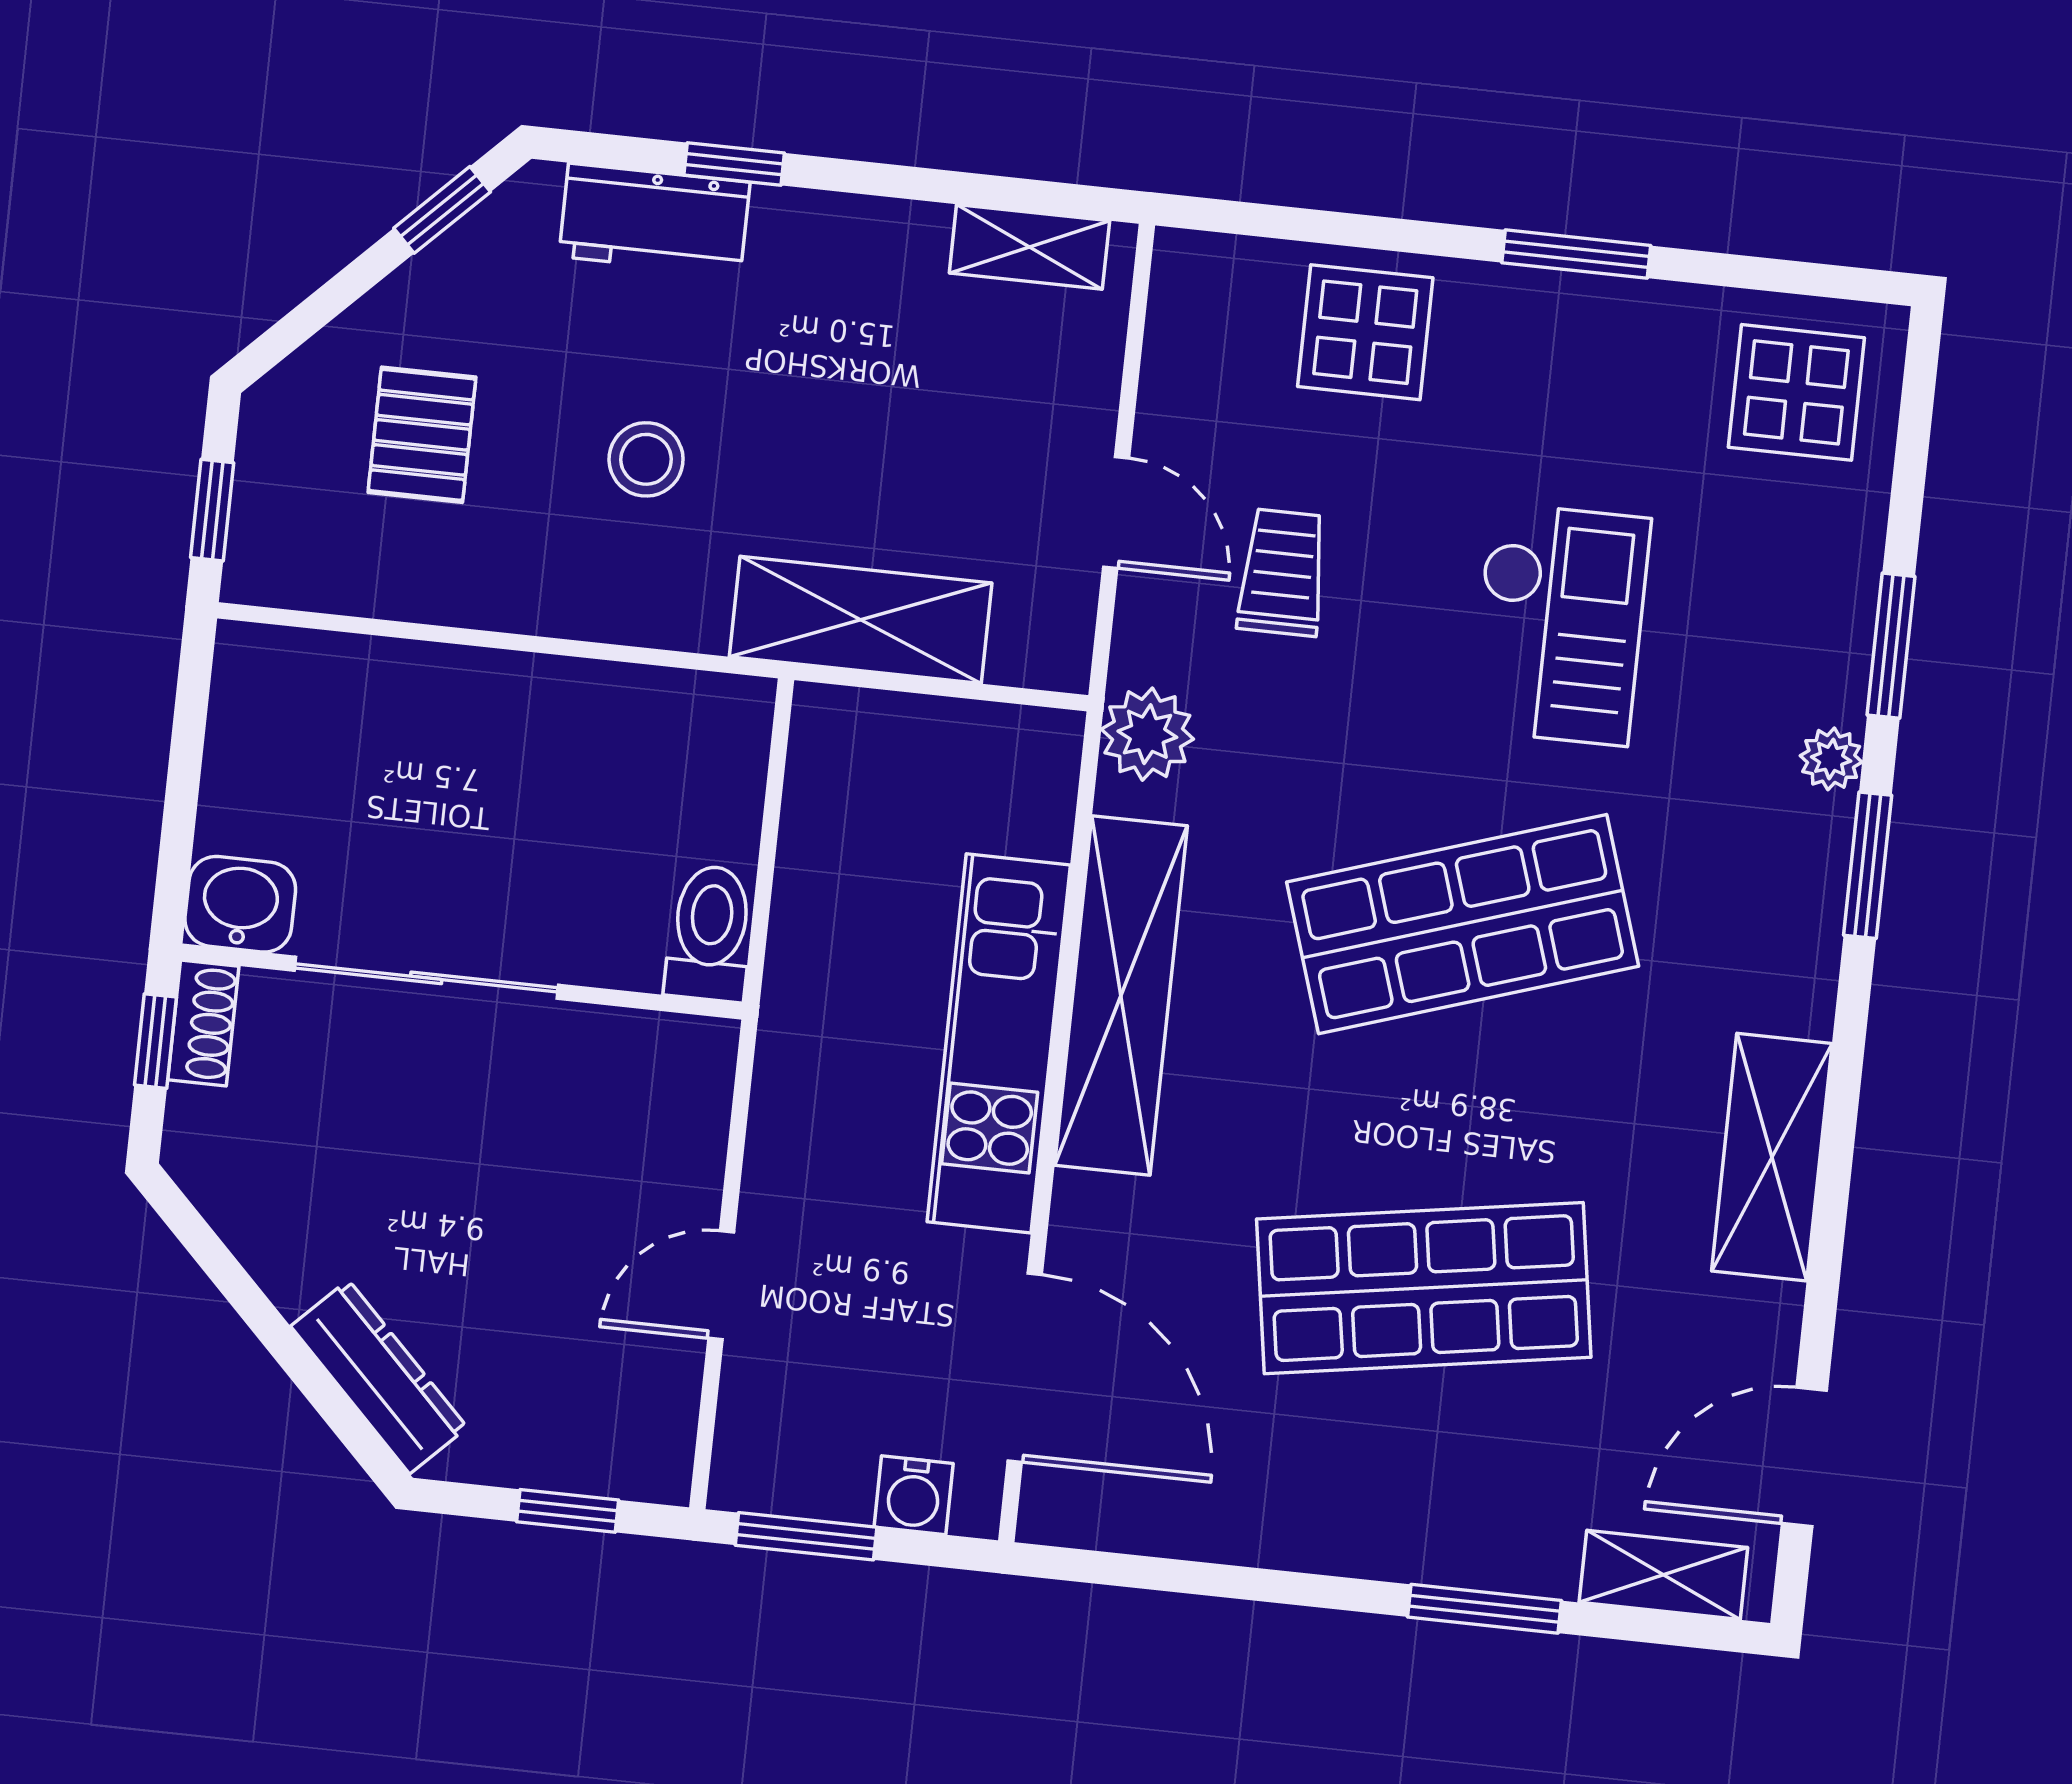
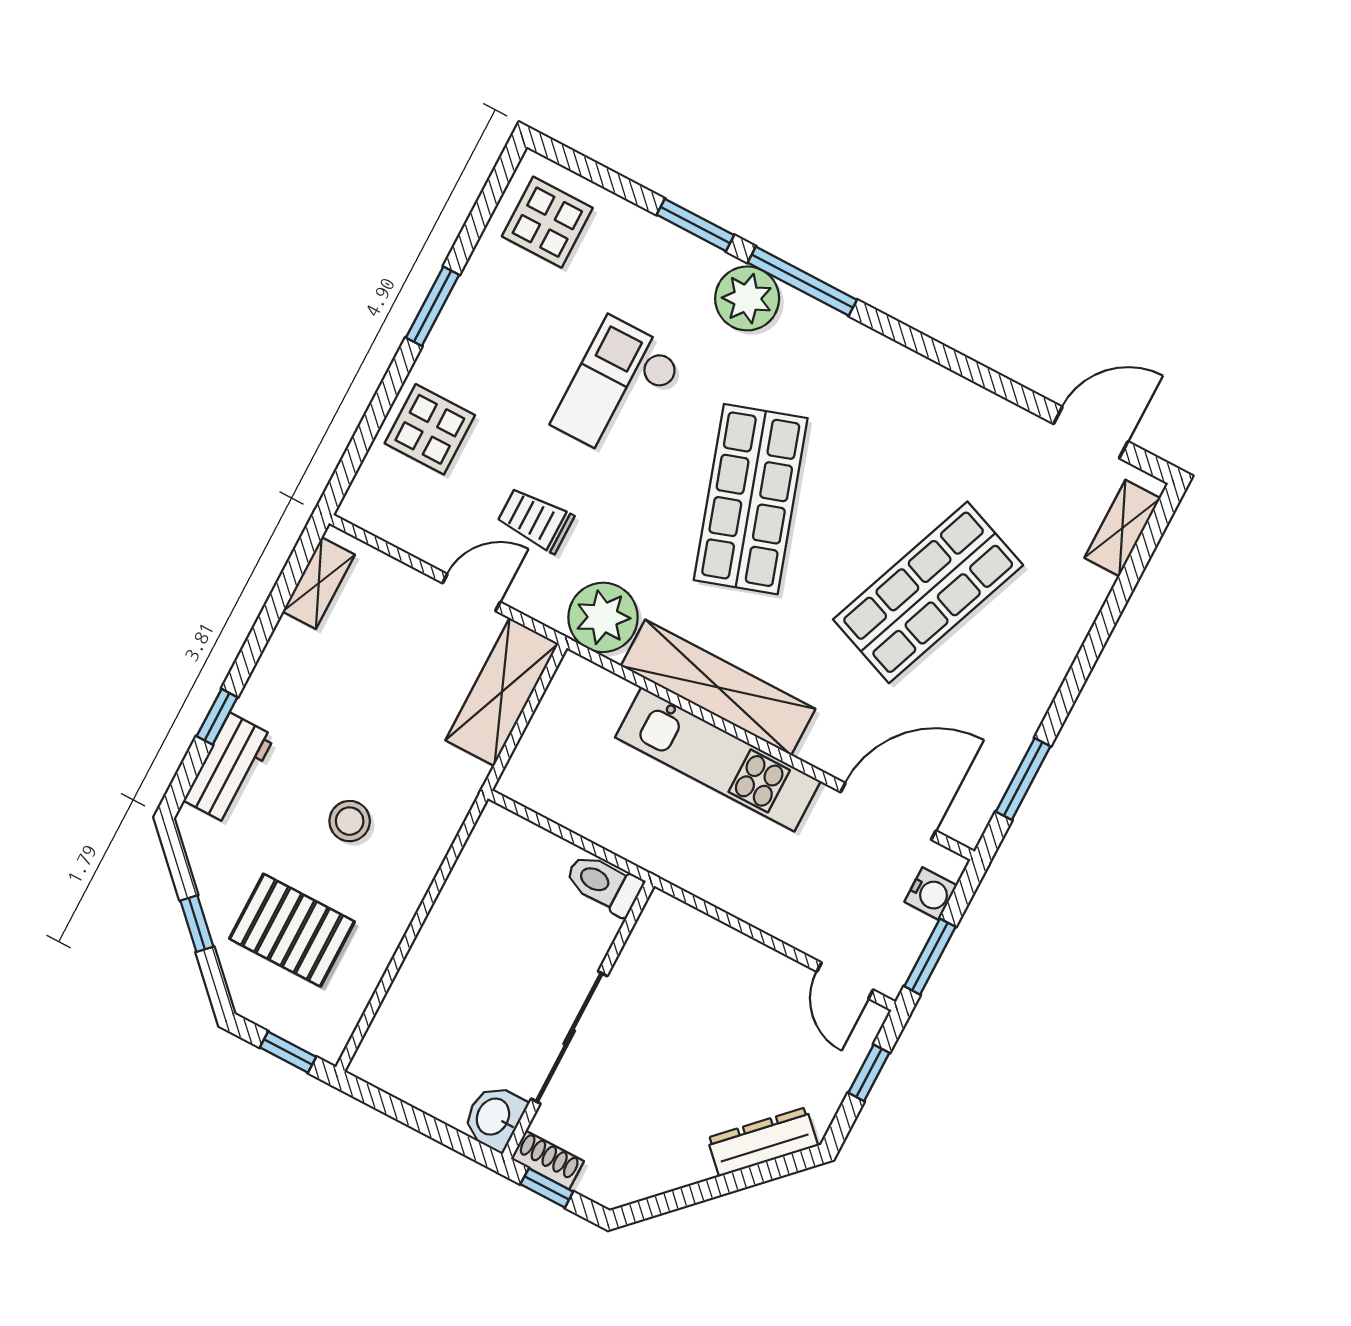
window: (442, 210) -> (197, 924), moved
pallet: (422, 435) -> (292, 930), width x1.50, depth x1.42
shelving: (861, 620) -> (502, 692), moved
checkout: (1559, 624) -> (617, 390), turned -90
plant: (1147, 734) -> (603, 617), width x1.36, depth x1.36
plant: (1831, 759) -> (747, 298), width x1.88, depth x1.88
window: (1868, 865) -> (802, 281), width x1.44
shelving: (1772, 1157) -> (932, 389), removed
door: (721, 1285) -> (845, 981), moved
shop shelf: (1424, 1288) -> (928, 592), turned 30
door: (1804, 1457) -> (1091, 433), swing flipped
window: (1484, 1609) -> (1023, 779), moved

